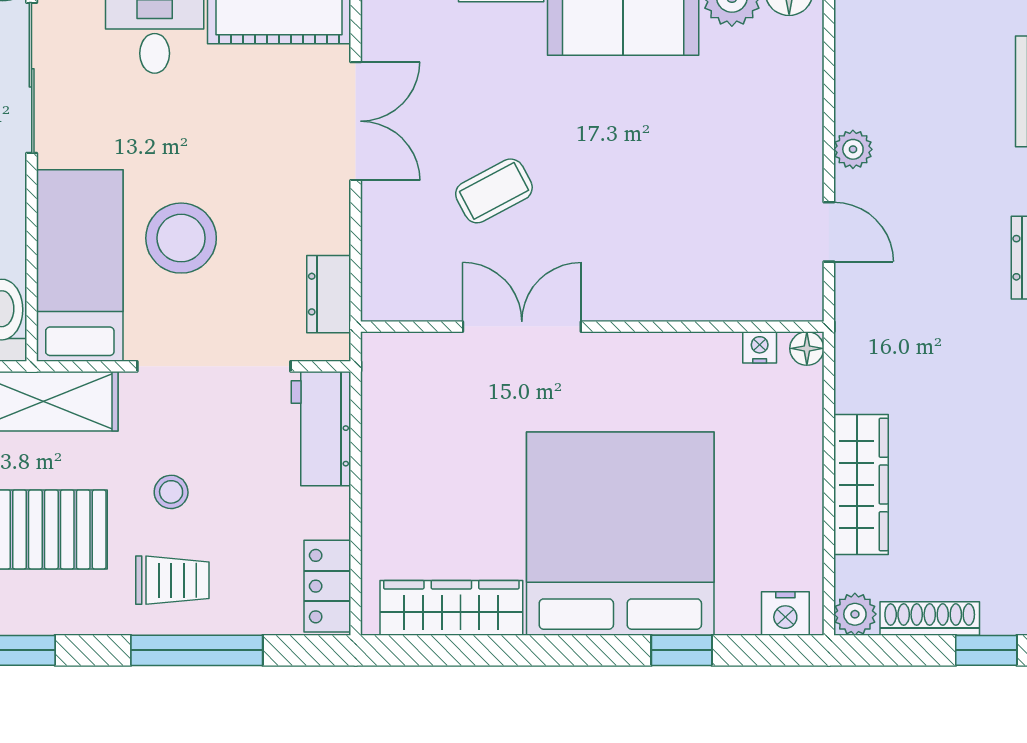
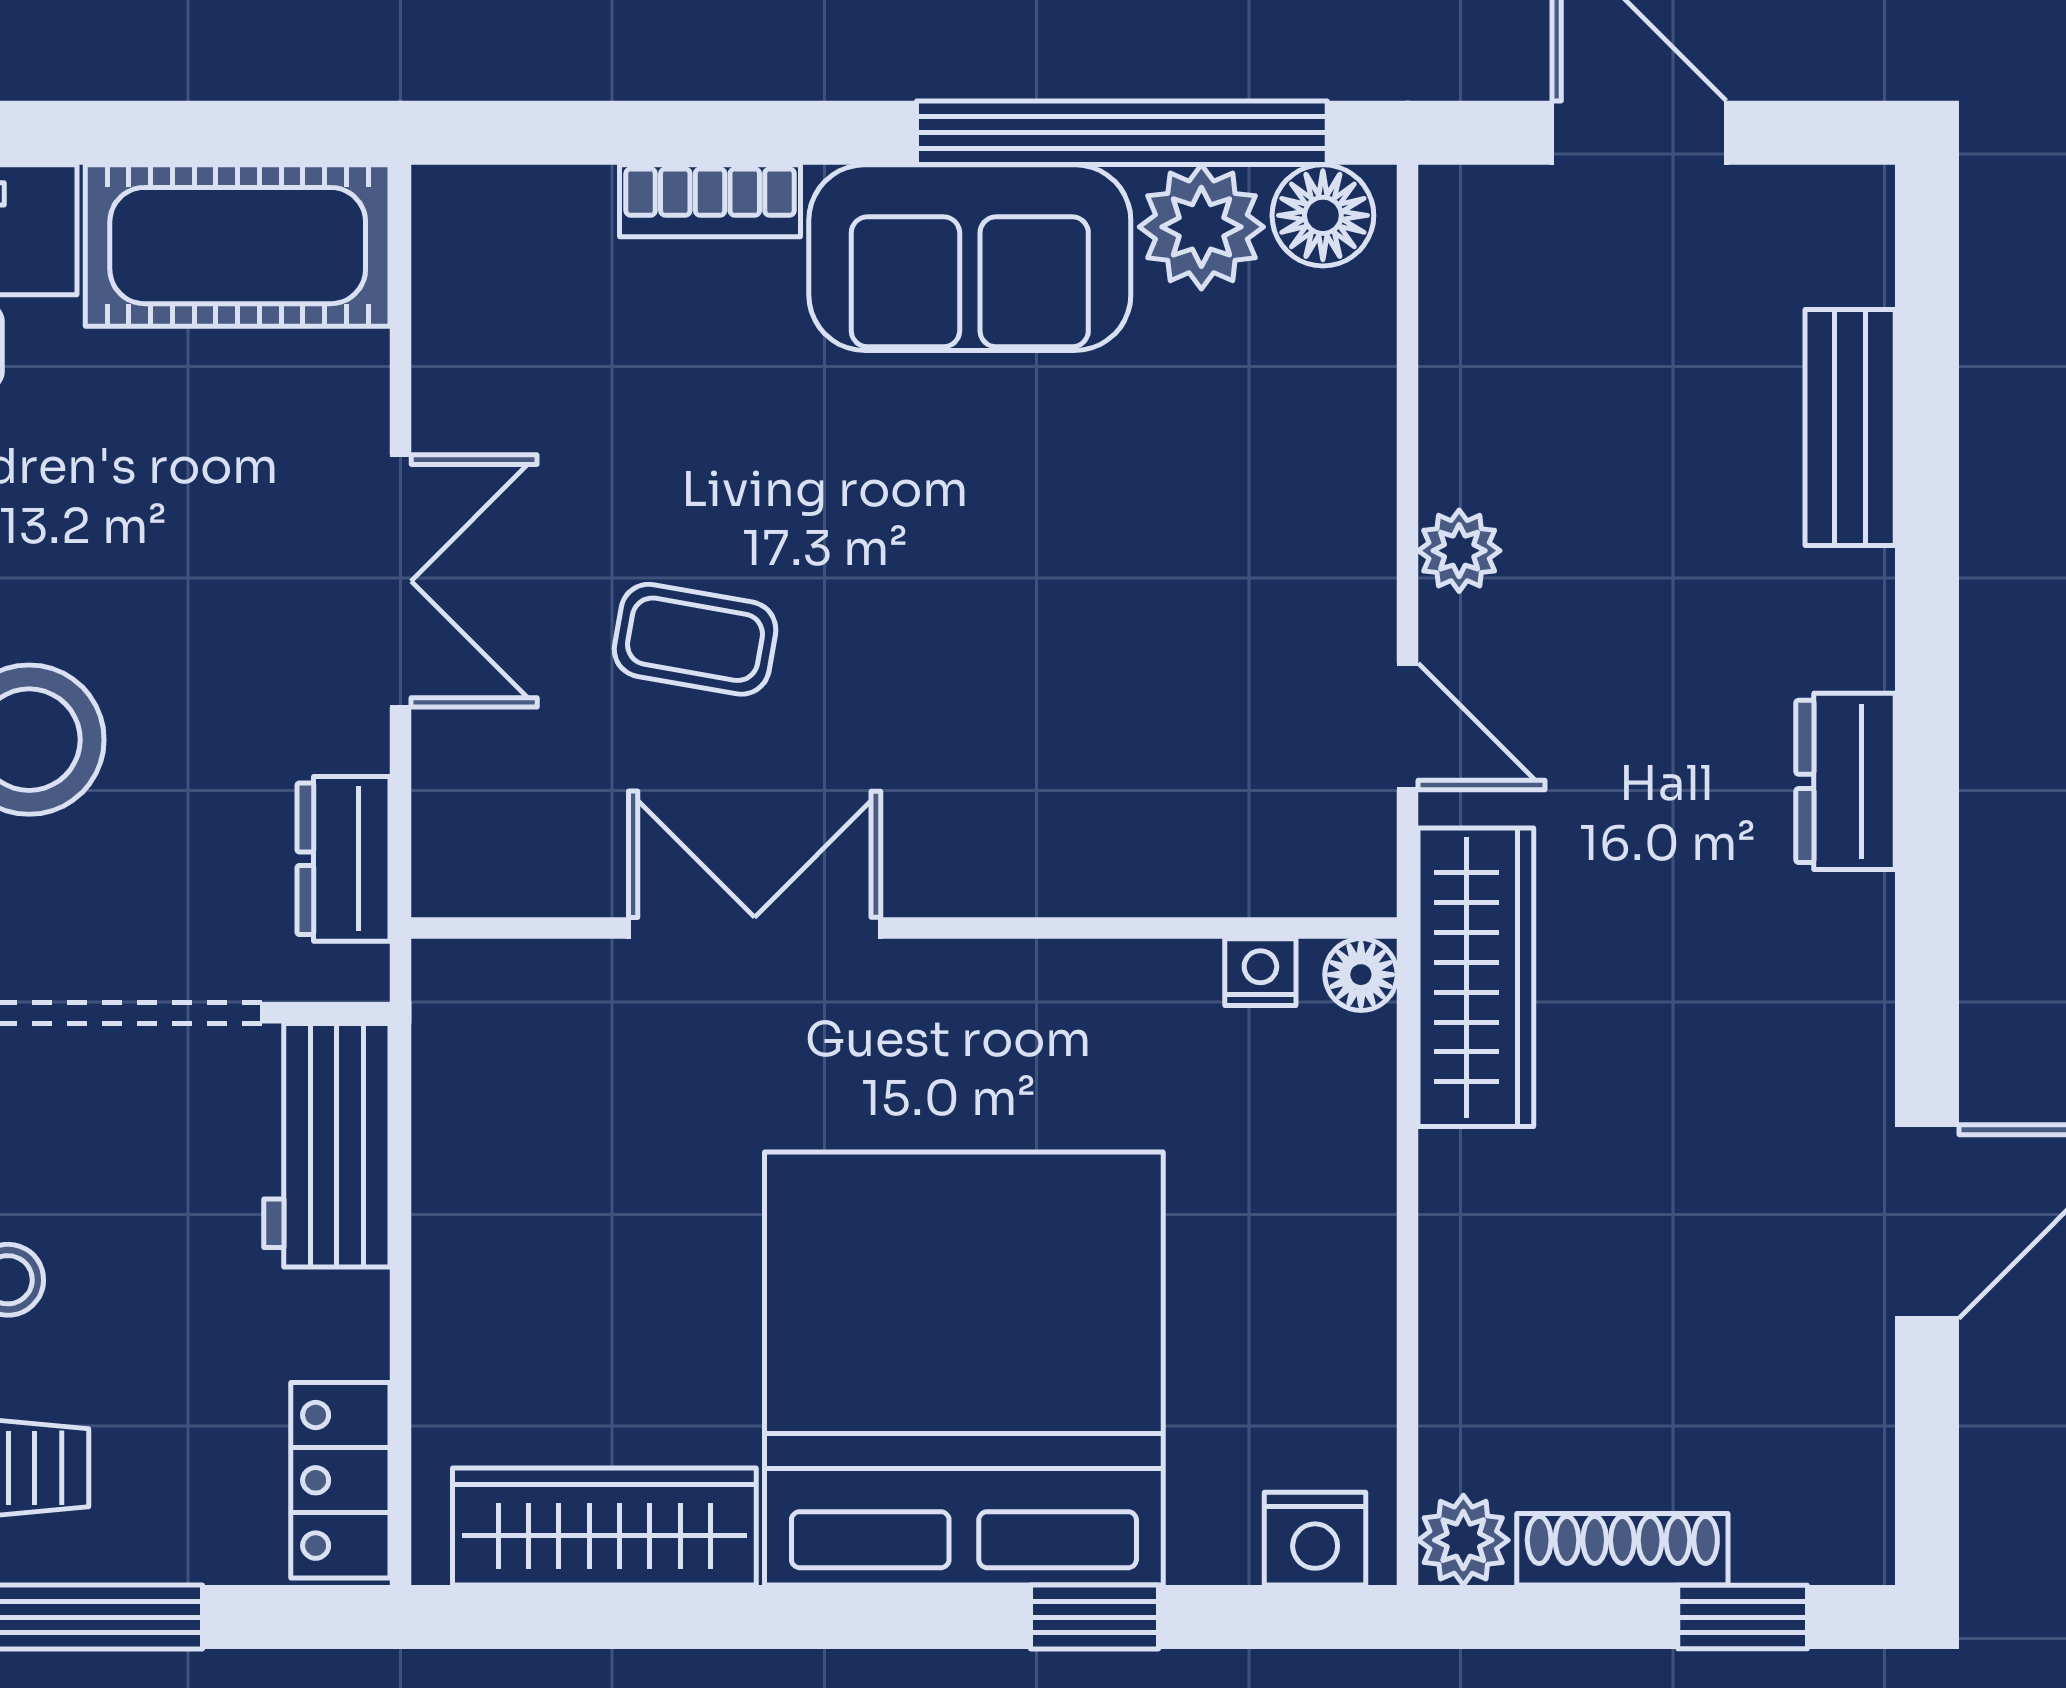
double door: (356, 121) -> (400, 581), moved
coffee table: (494, 191) -> (695, 639), turned 38
wardrobe: (861, 485) -> (1476, 977), moved

